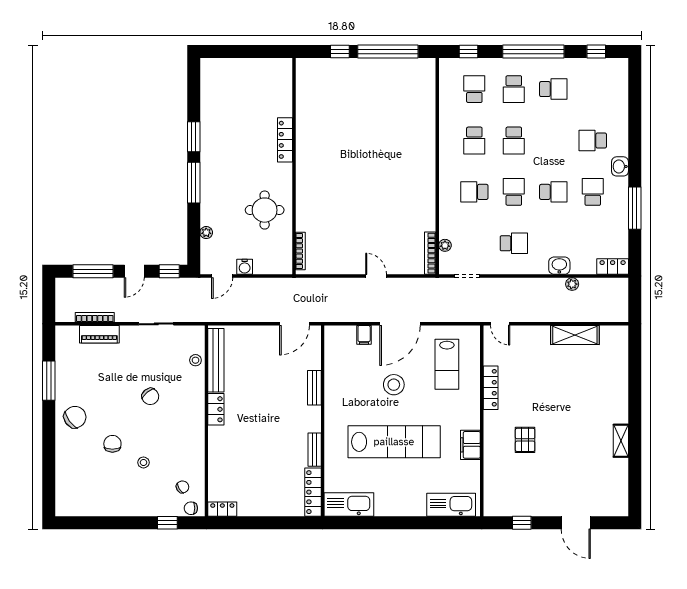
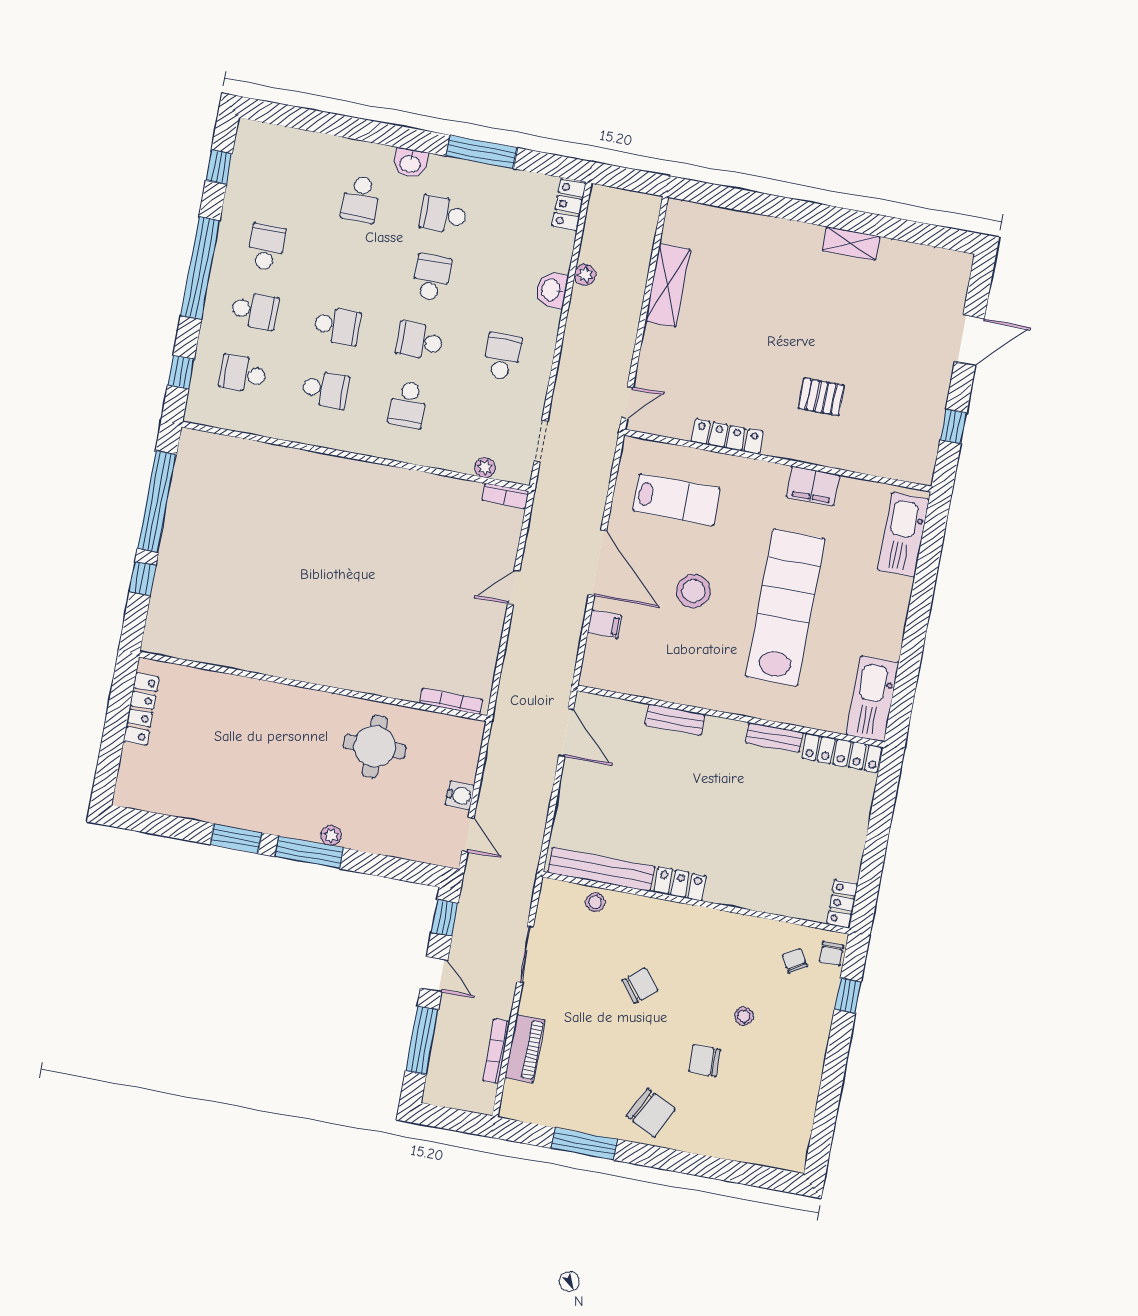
locker: (285, 140) -> (141, 709), moved, turned -90
plant: (206, 233) -> (331, 835), moved
bookcase: (430, 253) -> (505, 496), width x0.64
chair: (75, 417) -> (651, 1113), turned 153

